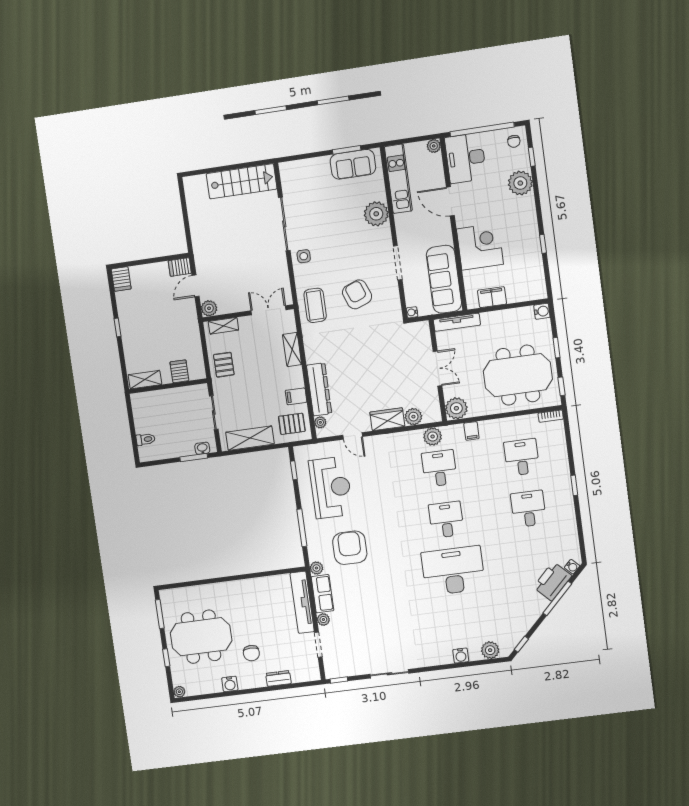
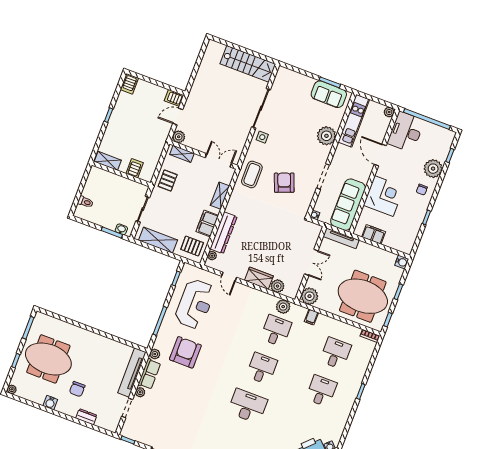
chair: (514, 141) -> (422, 190), moved
filing cabinet: (296, 396) -> (207, 223), width x2.00
desk: (453, 571) -> (248, 406), width x0.73, depth x0.77

